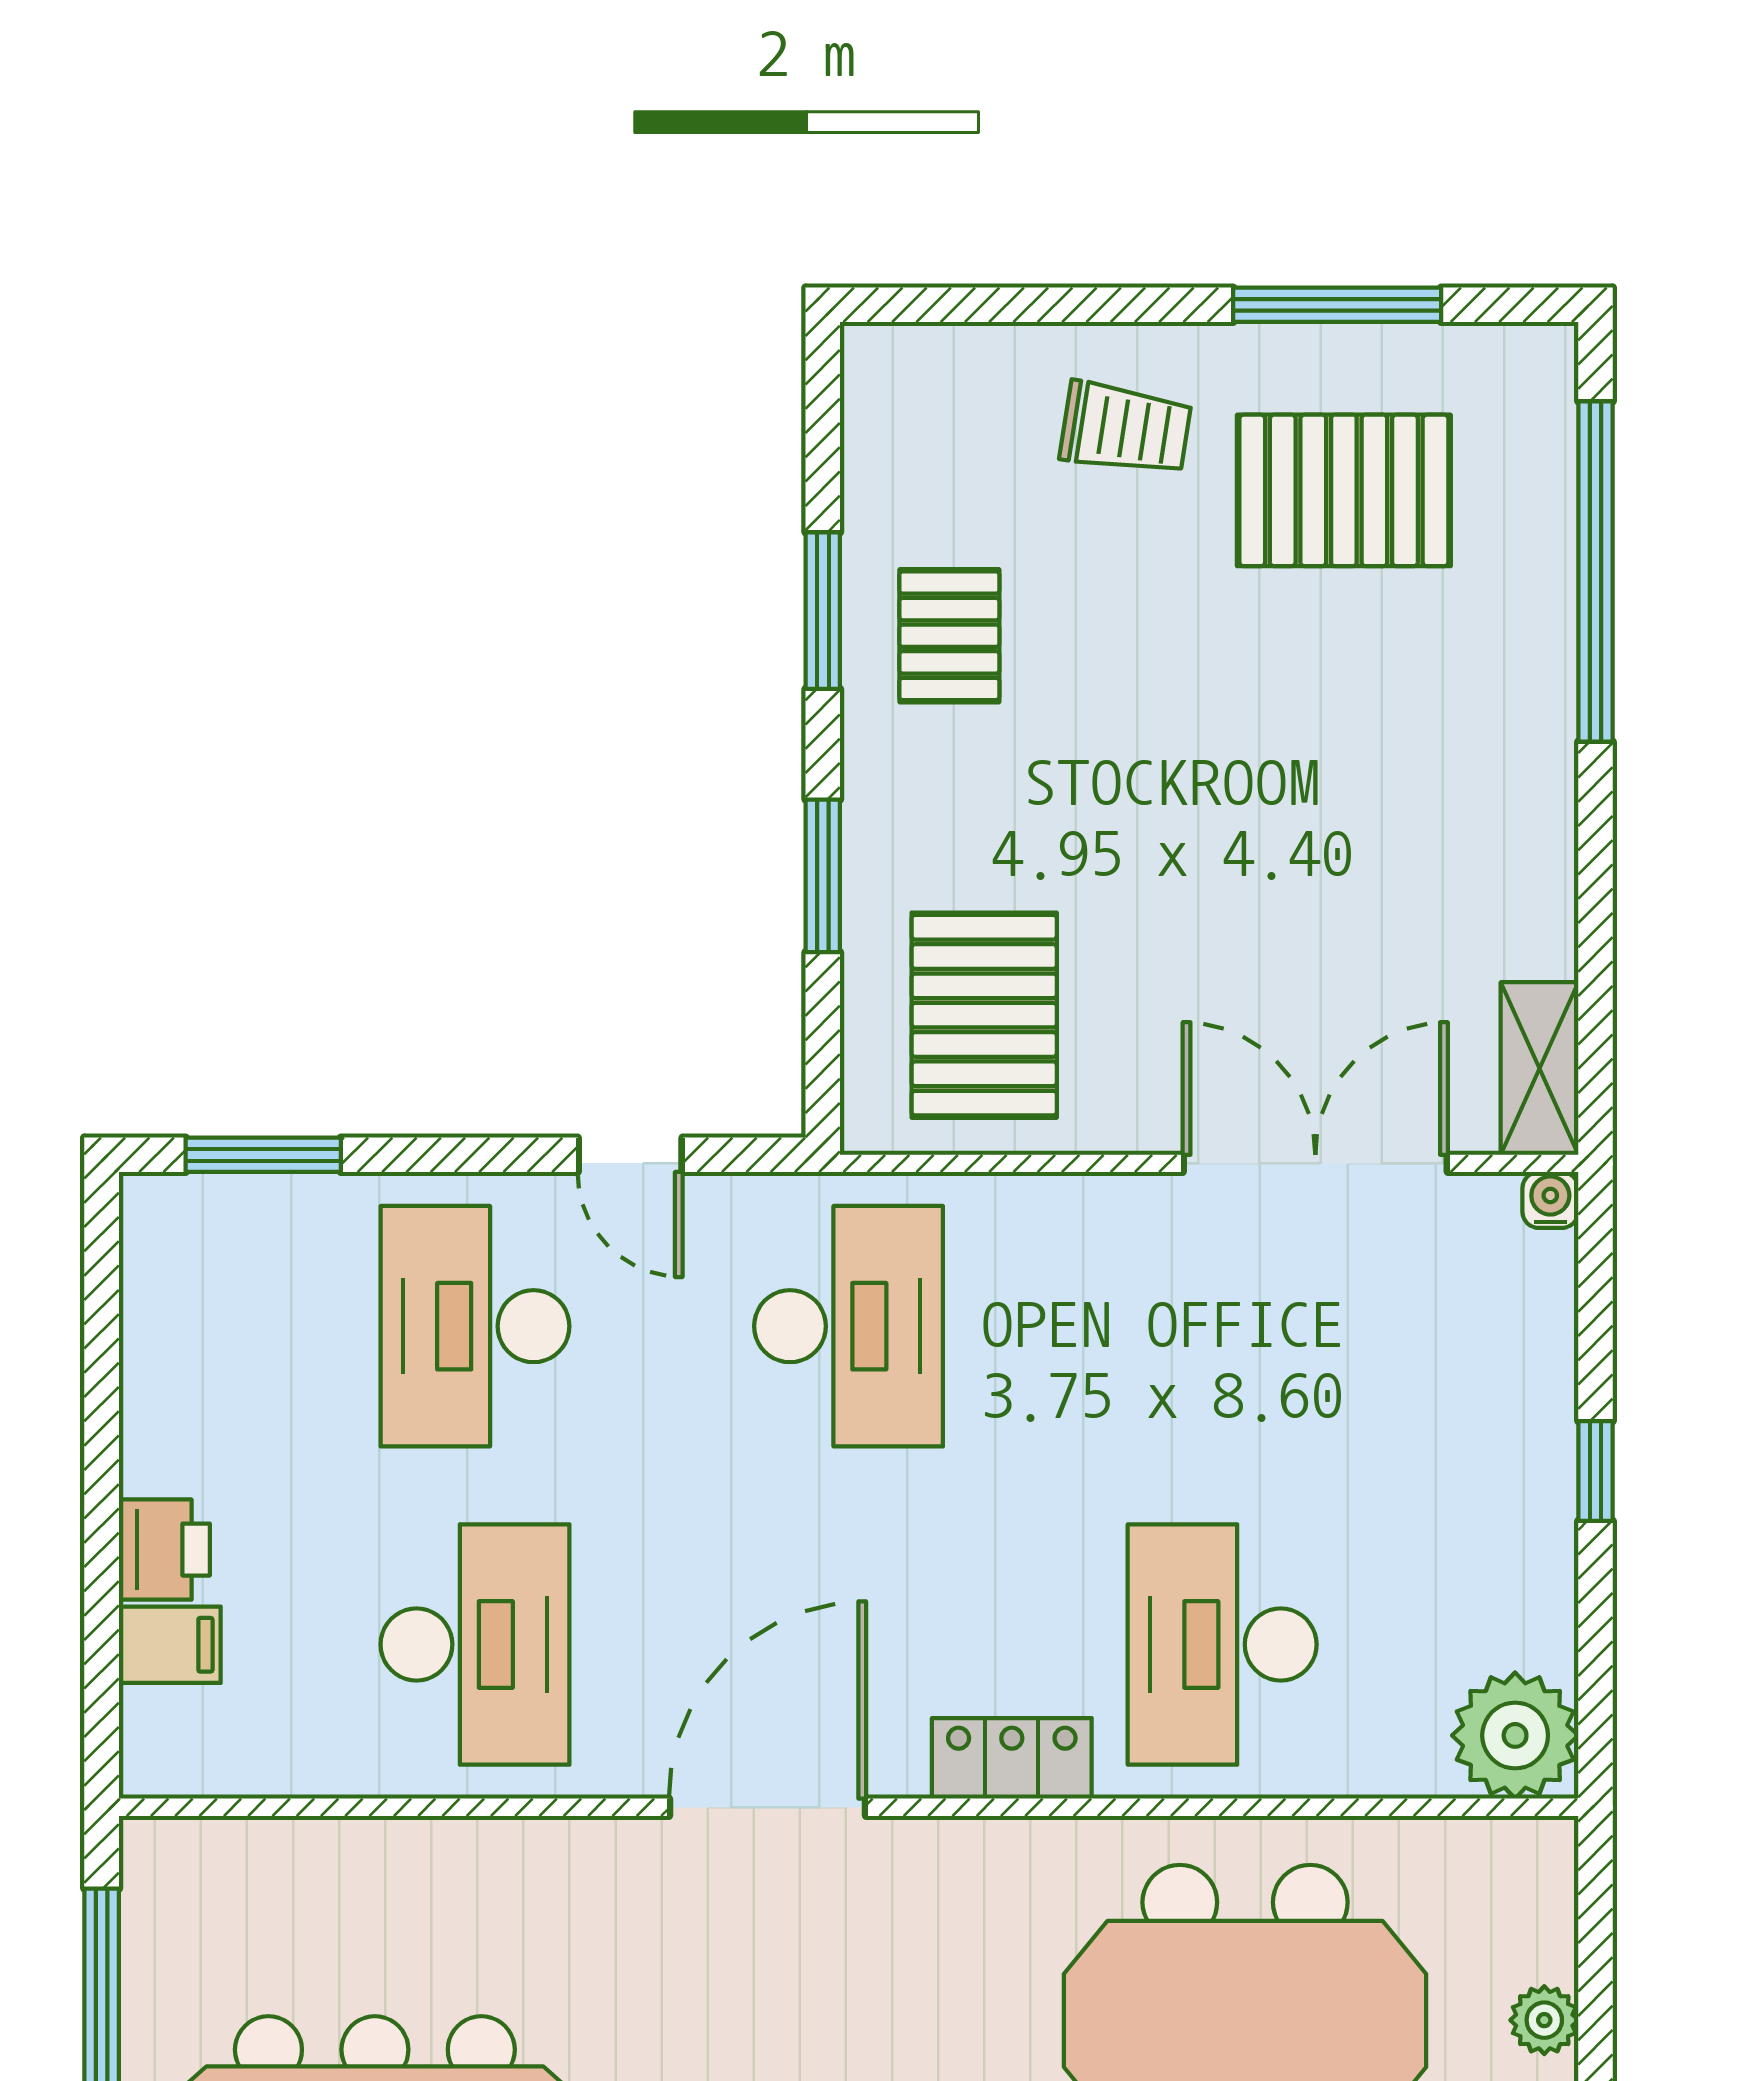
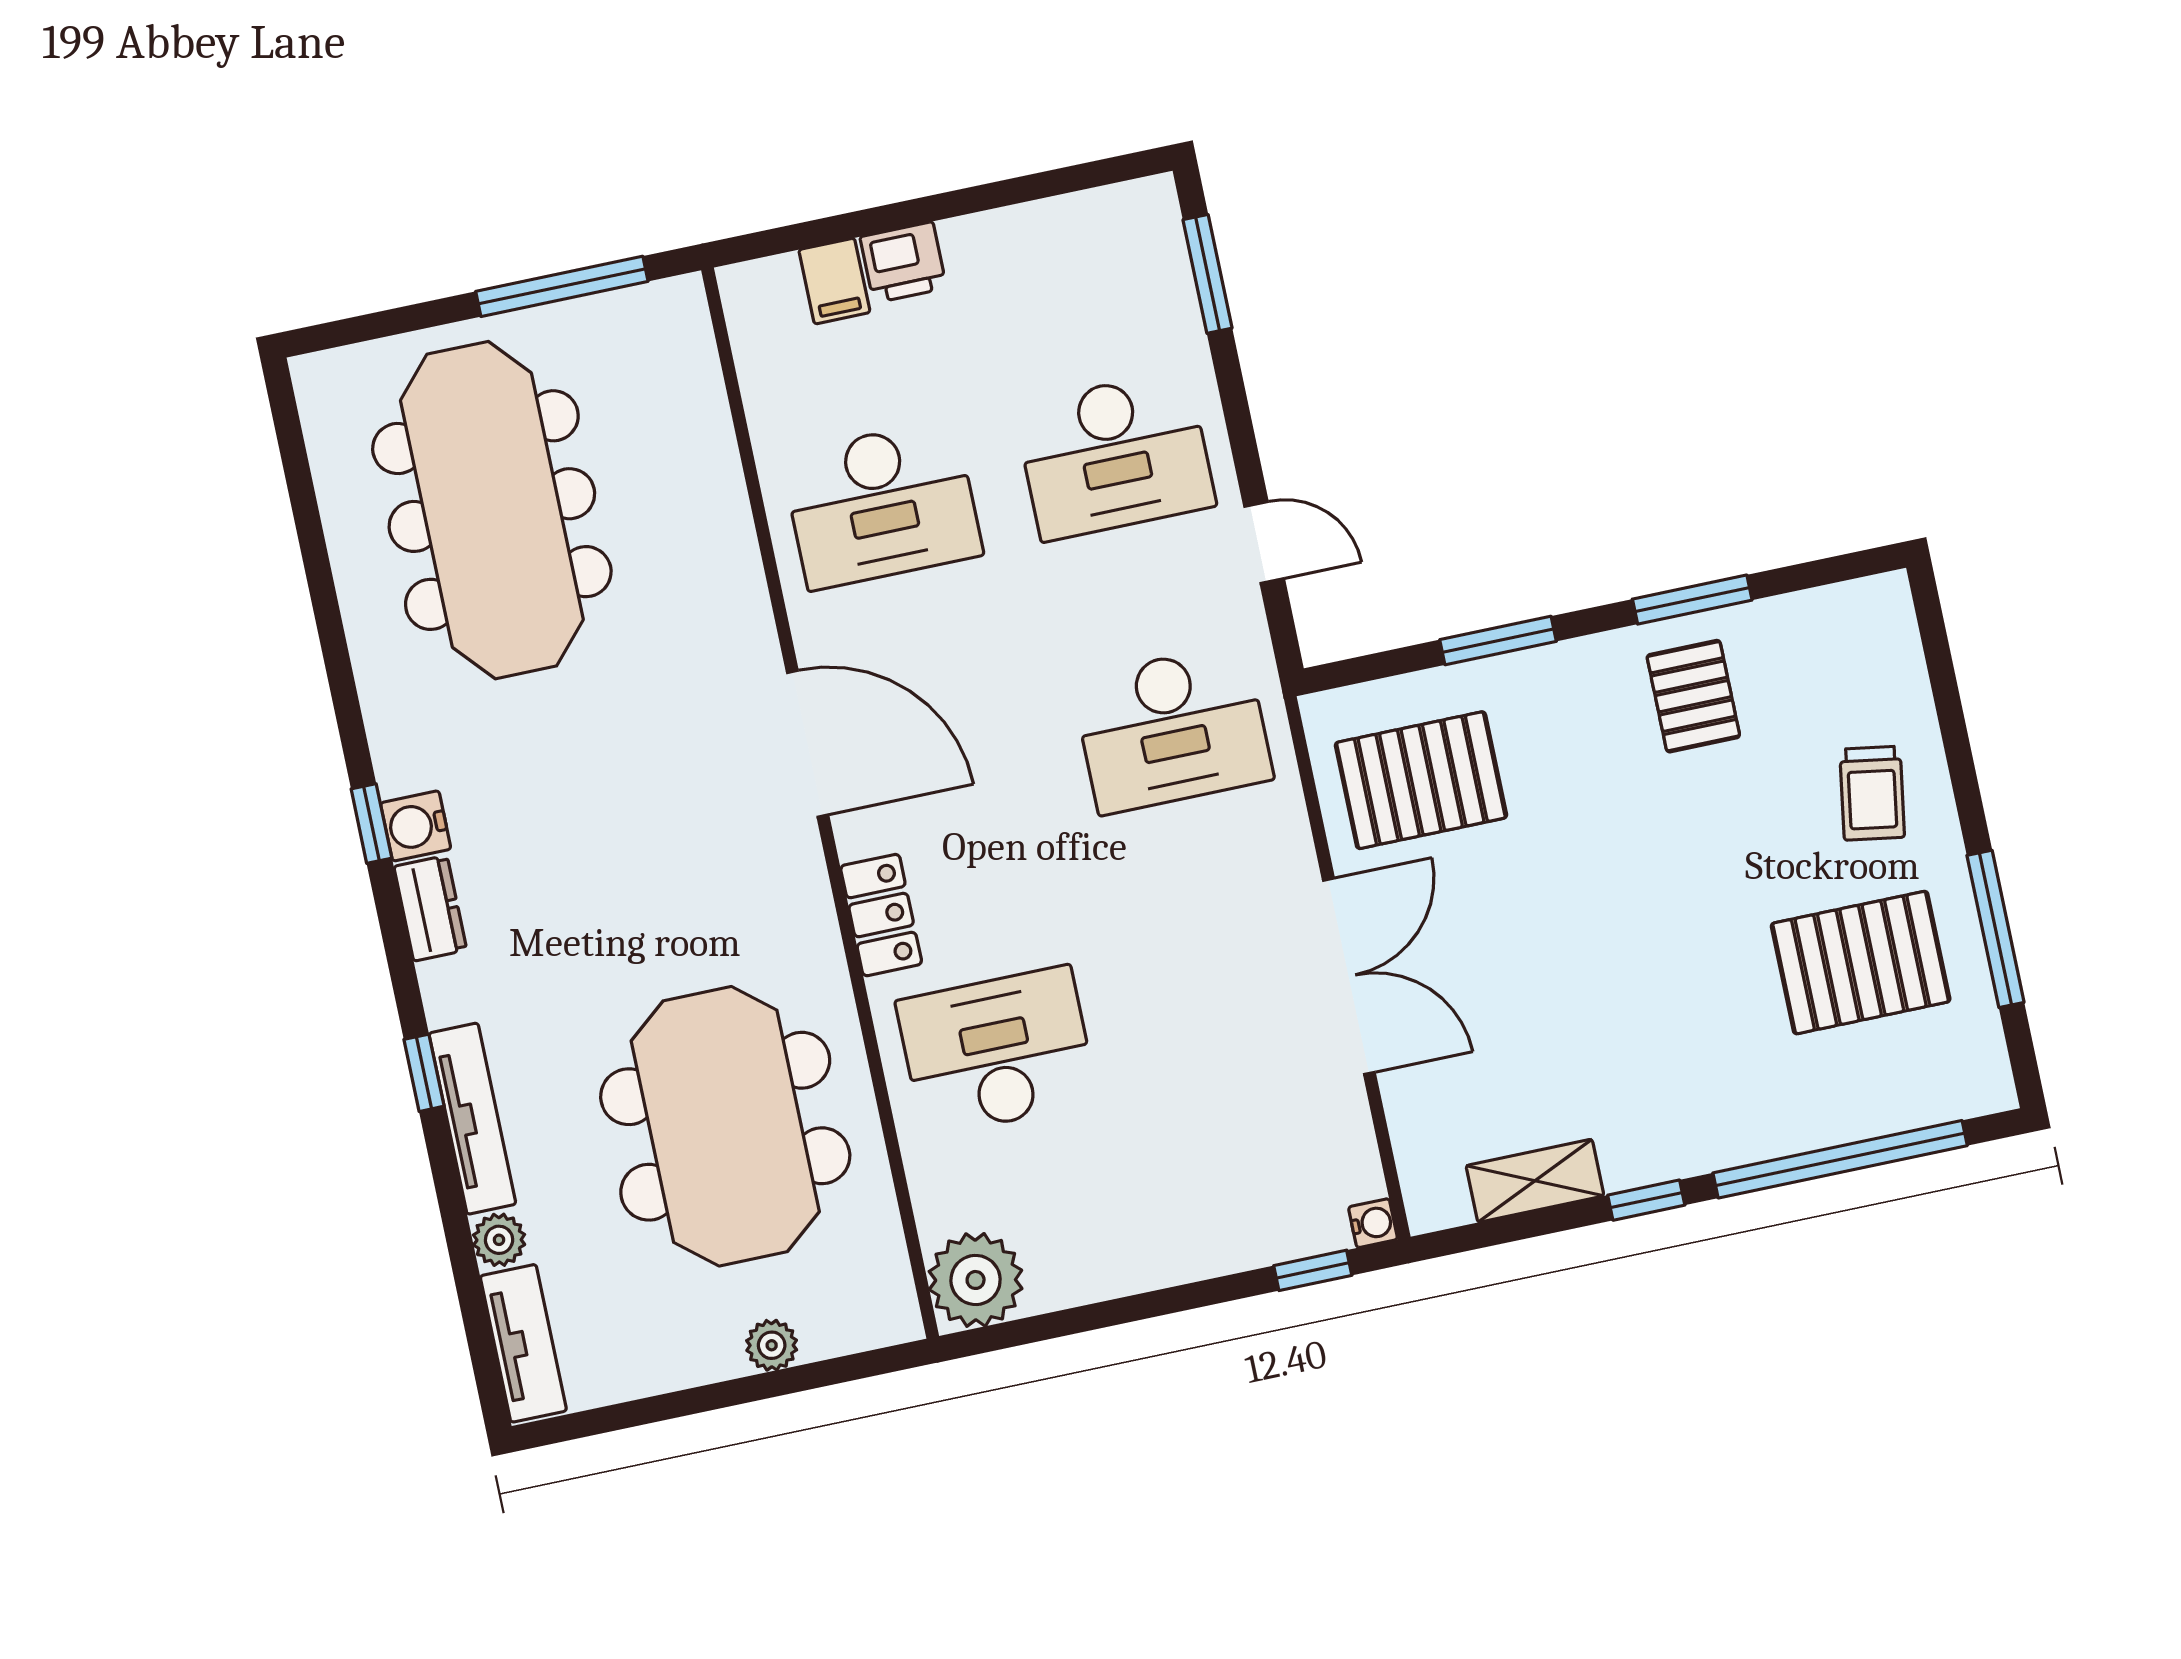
pallet: (1344, 490) -> (1861, 963), turned 90
pallet: (949, 636) -> (1693, 696), turned 90
window: (1596, 836) -> (1646, 1200), added
shelving: (1540, 1068) -> (1535, 1181), moved
door: (630, 1155) -> (1264, 542), swing flipped
double door: (1315, 1163) -> (1349, 976), moved
desk: (475, 1326) -> (1115, 455), turned 180
window: (1596, 1471) -> (1313, 1270), moved

